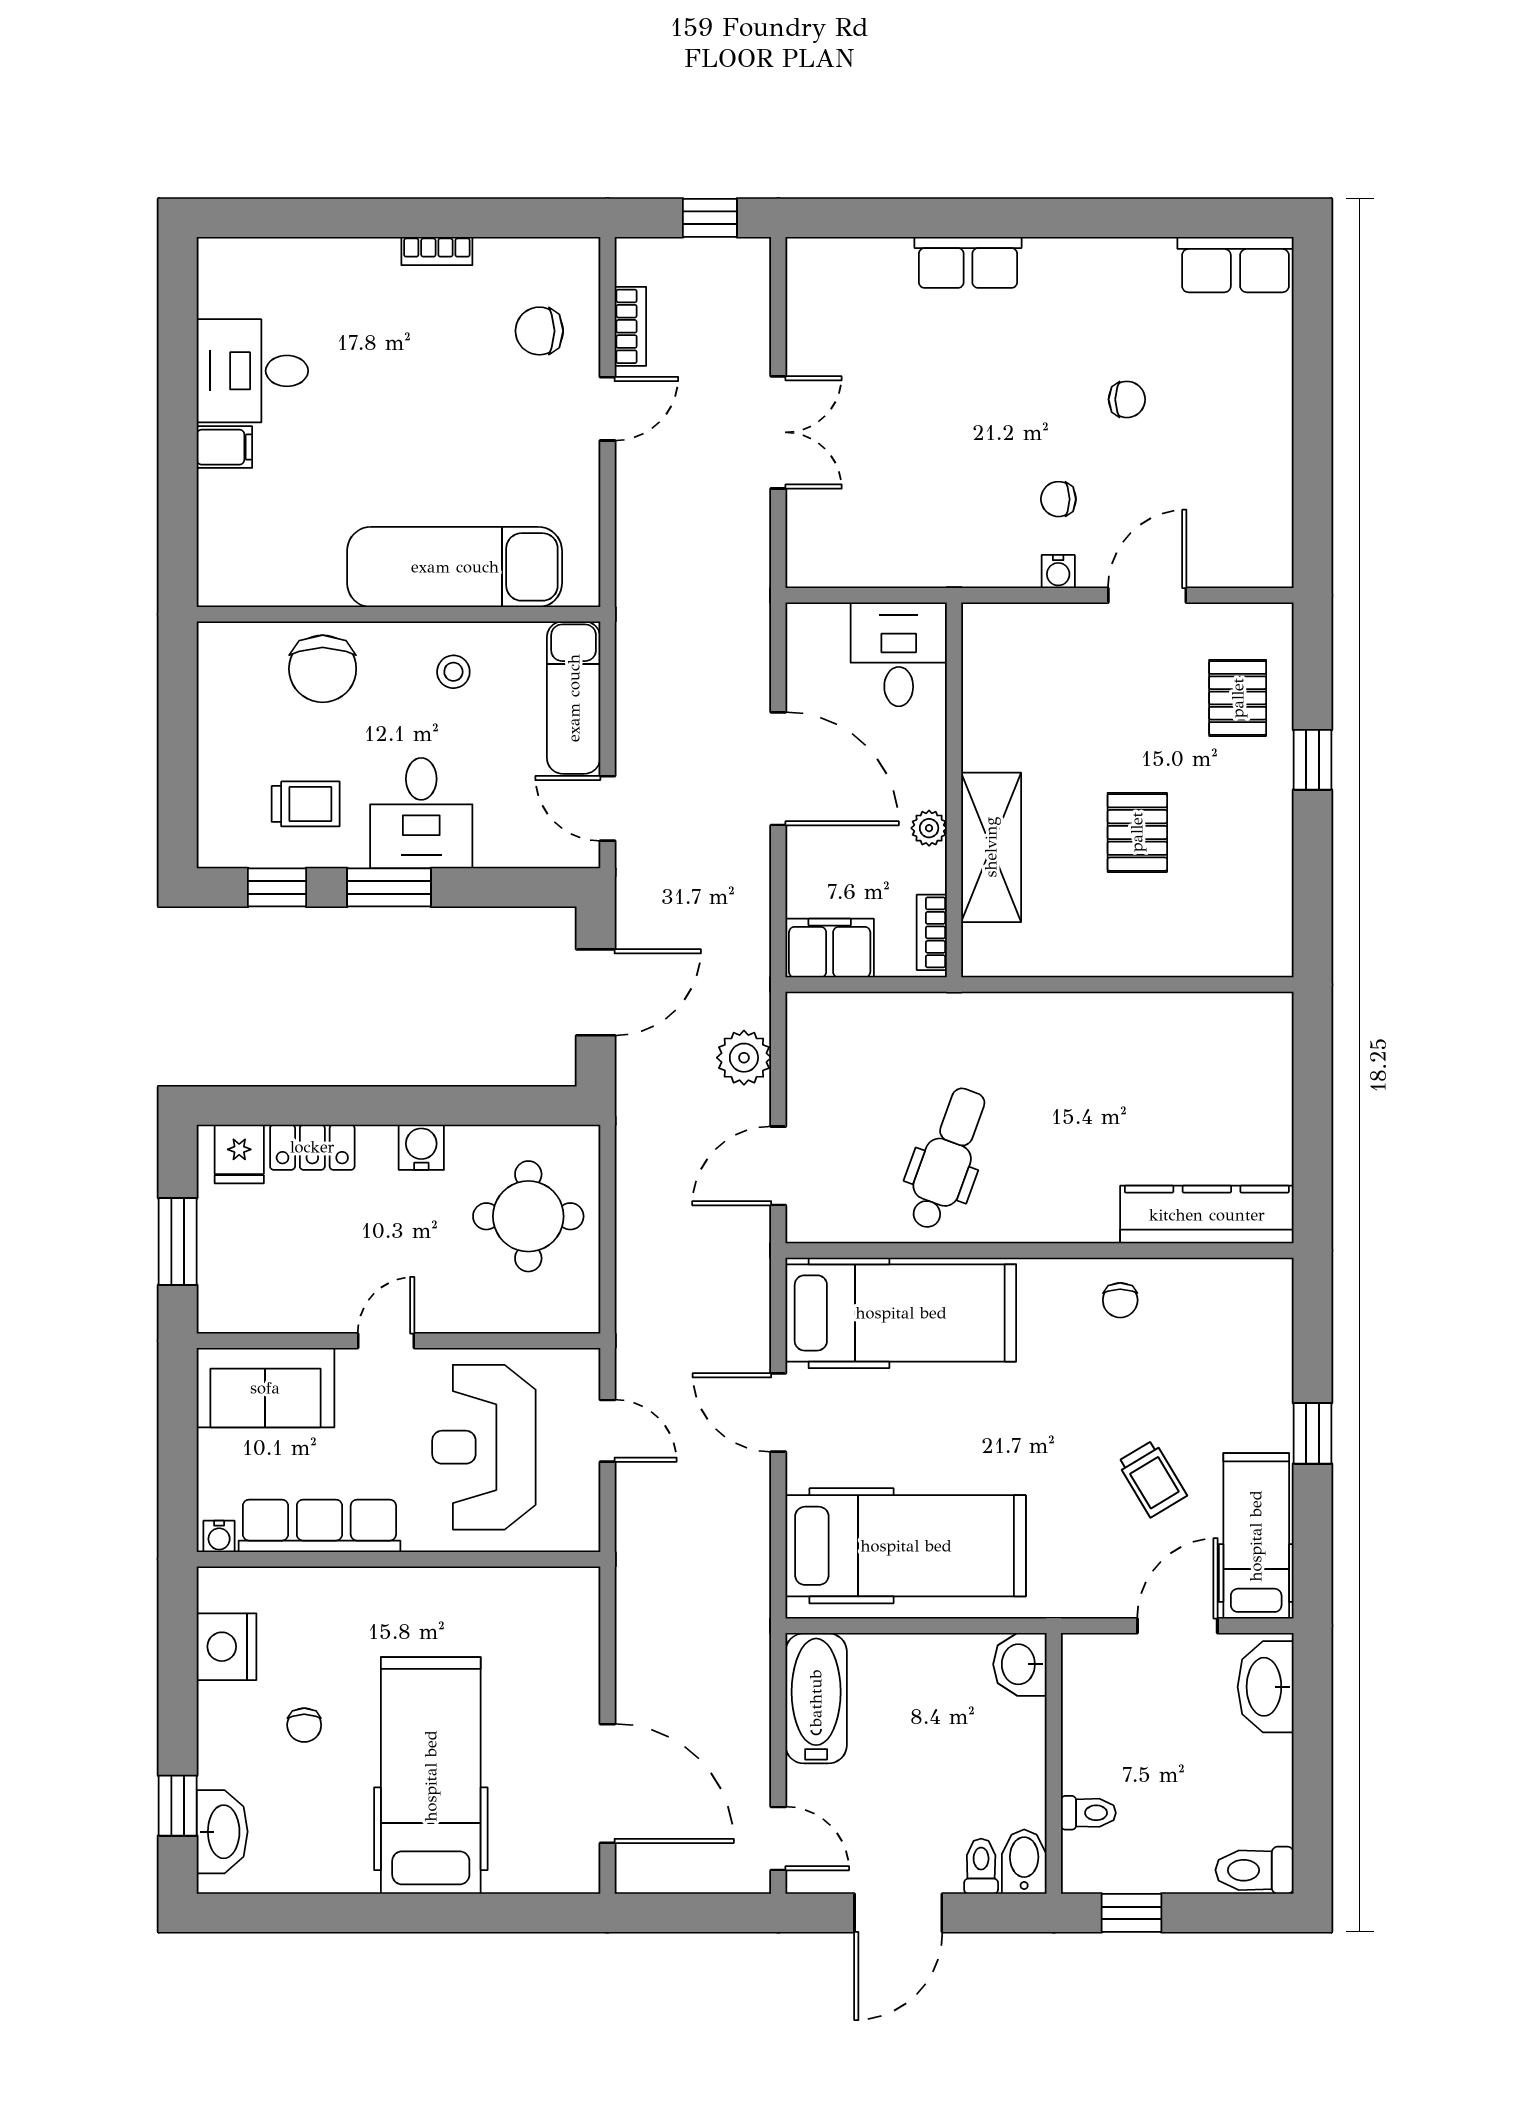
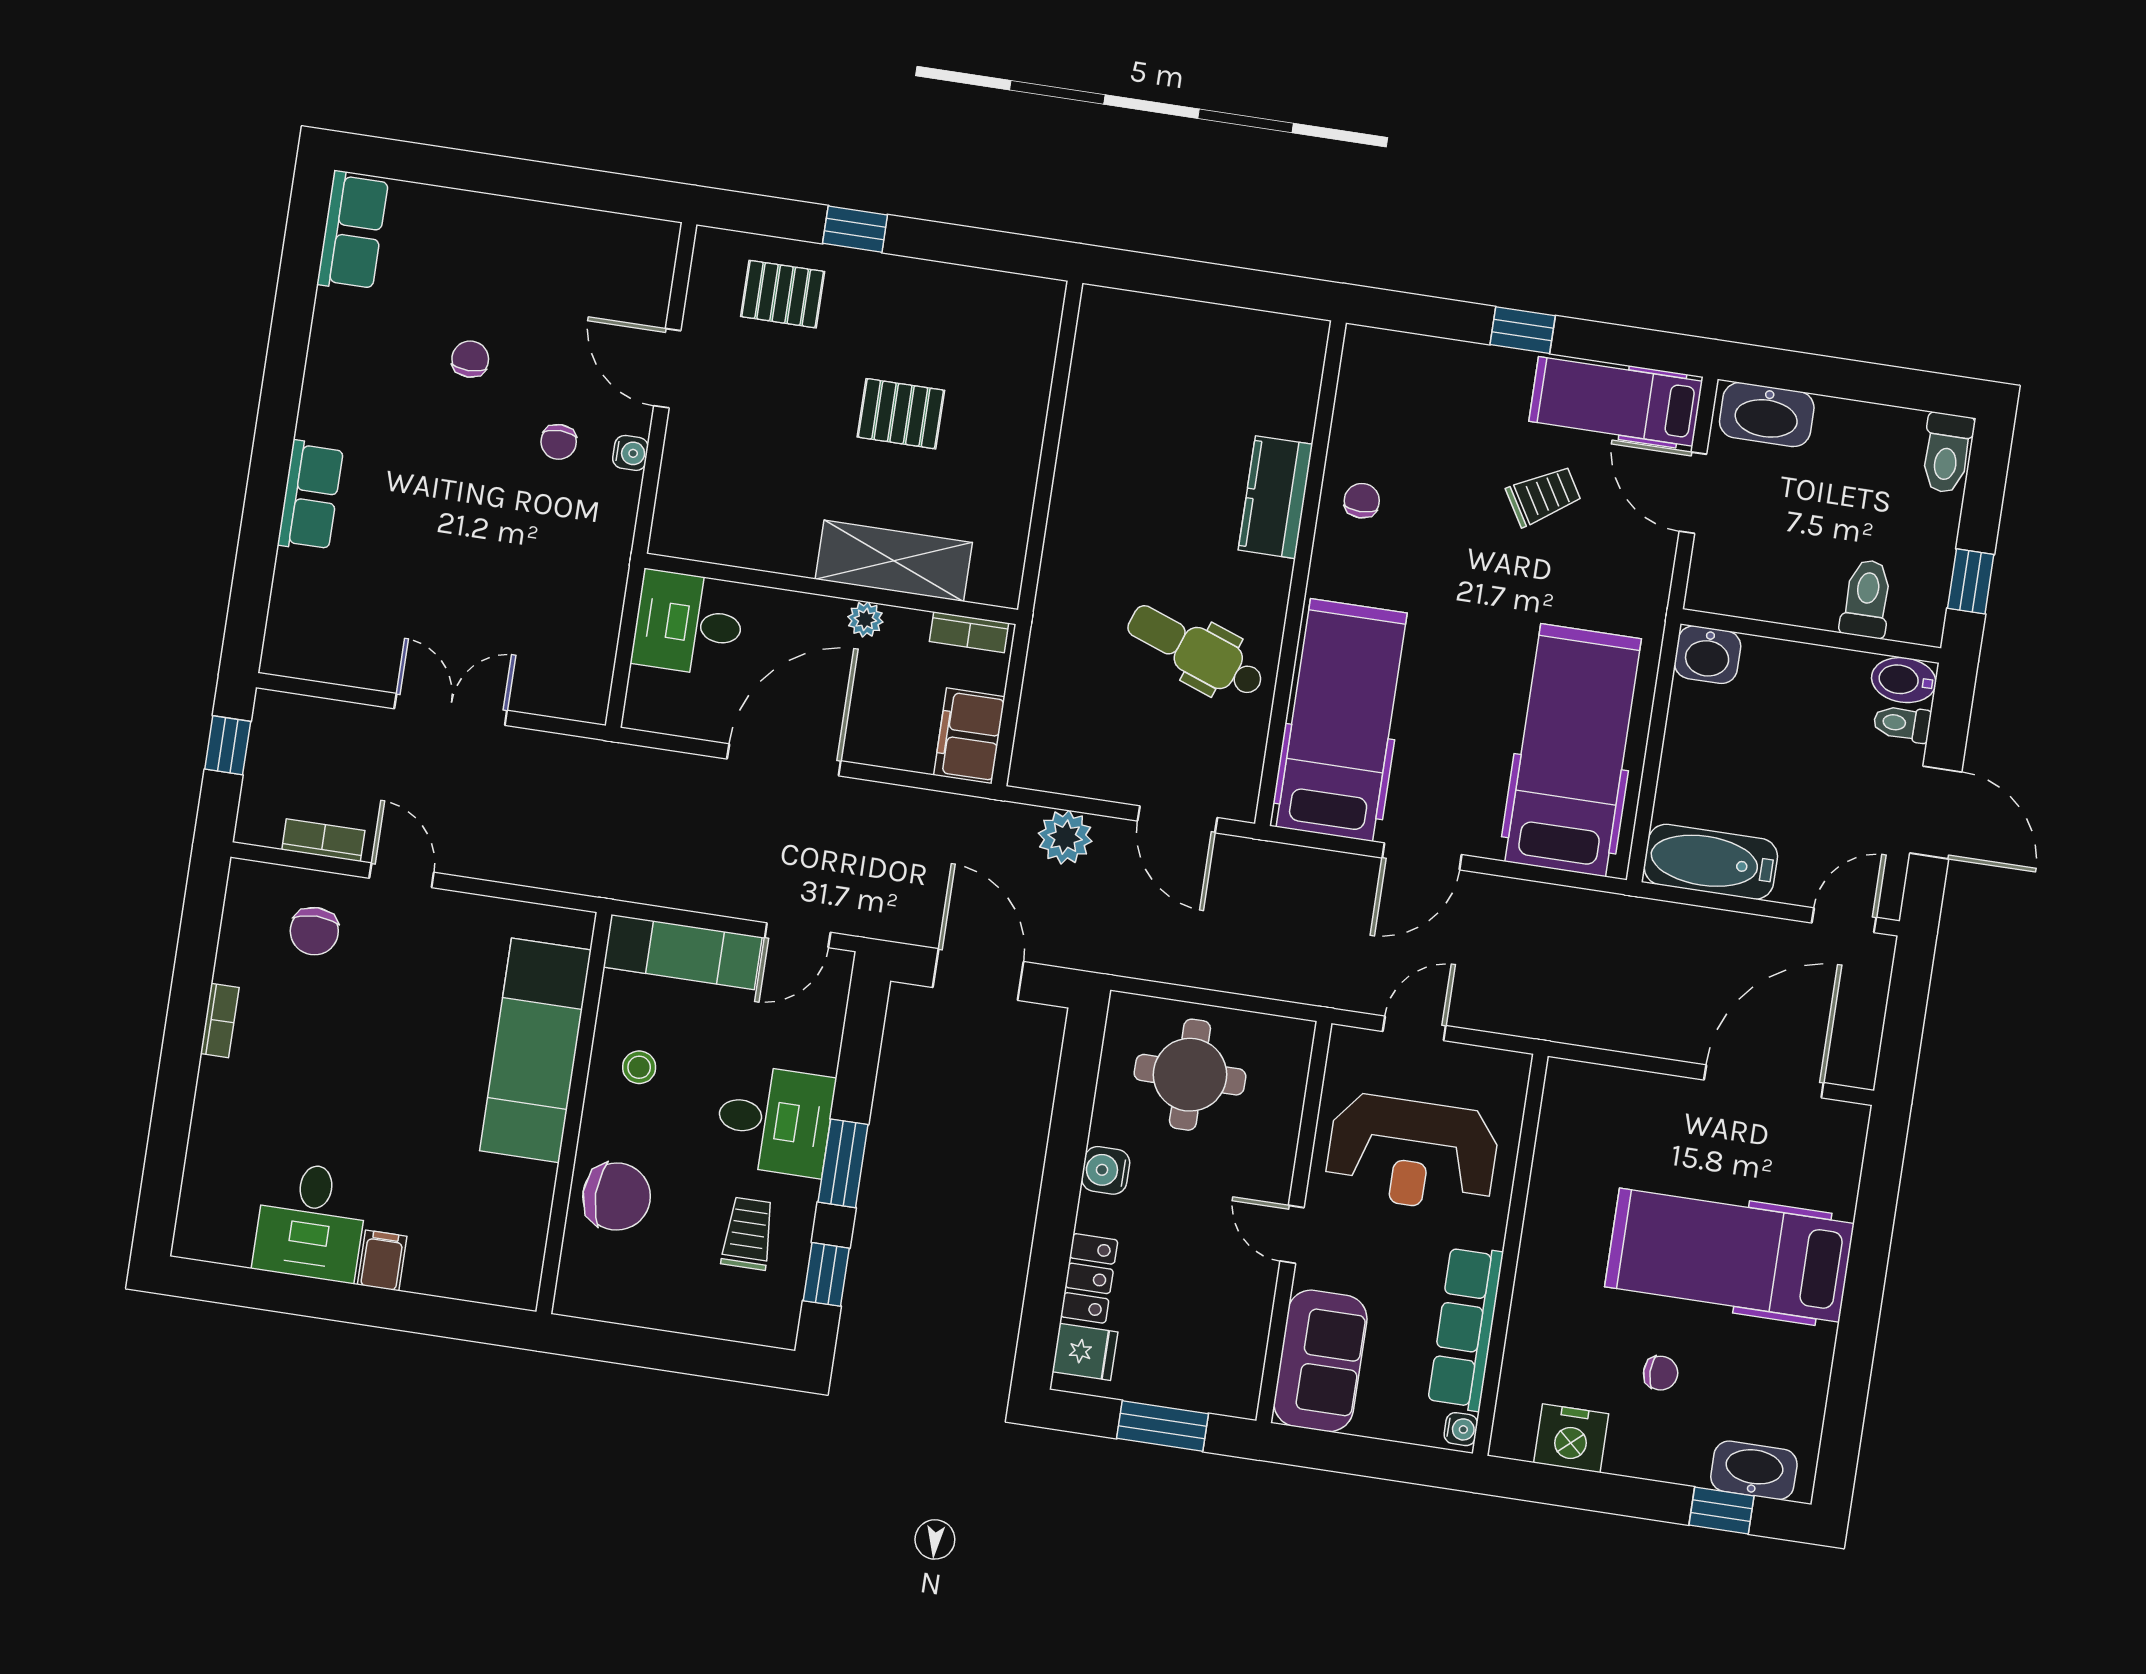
kitchen counter: (1207, 1215) -> (1276, 497), moved, width x0.67
chair: (1120, 1300) -> (1362, 501), turned -90
toilet: (1088, 1813) -> (1867, 599), width x1.37, depth x1.39

